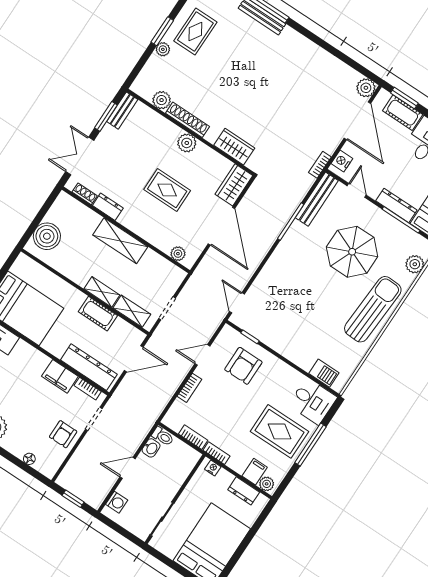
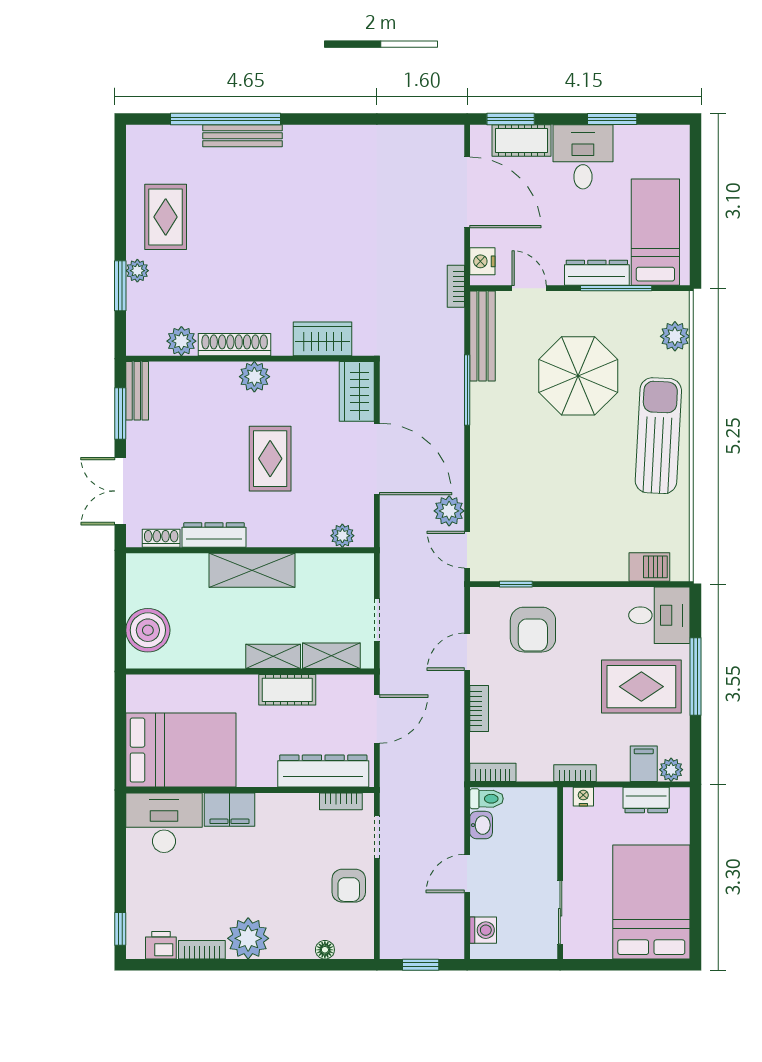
window: (162, 31) -> (120, 286), moved
plant: (366, 88) -> (449, 511), moved
rug: (167, 190) -> (270, 459), turned 90
dresser: (108, 207) -> (214, 535), width x1.44
filing cabinet: (60, 376) -> (229, 810), moved
bookcase: (193, 437) -> (493, 772), moved

